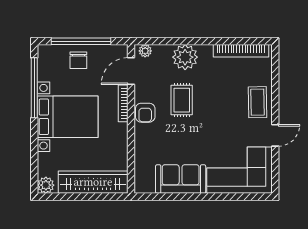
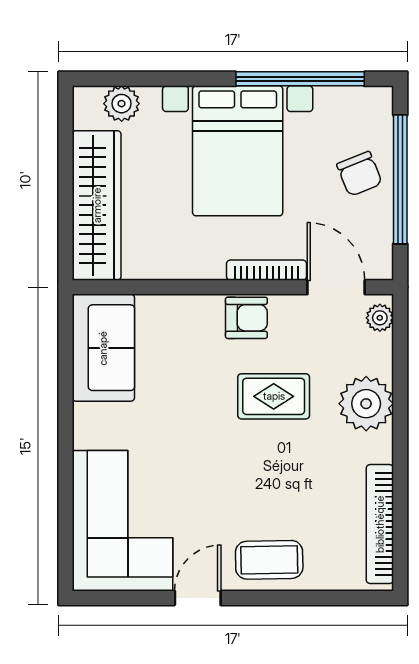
chair: (78, 60) -> (359, 174), turned -112
armchair: (145, 113) -> (246, 318), turned 180
door: (275, 135) -> (198, 598), swing flipped
sofa: (181, 179) -> (103, 348), moved
plant: (46, 185) -> (122, 104), moved

